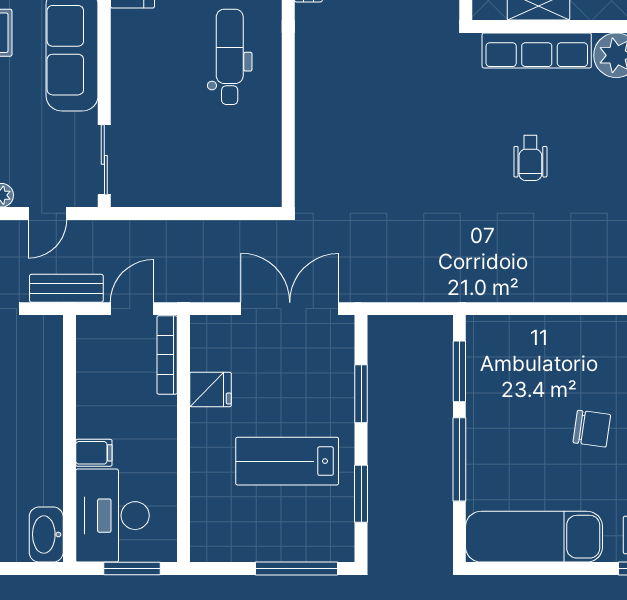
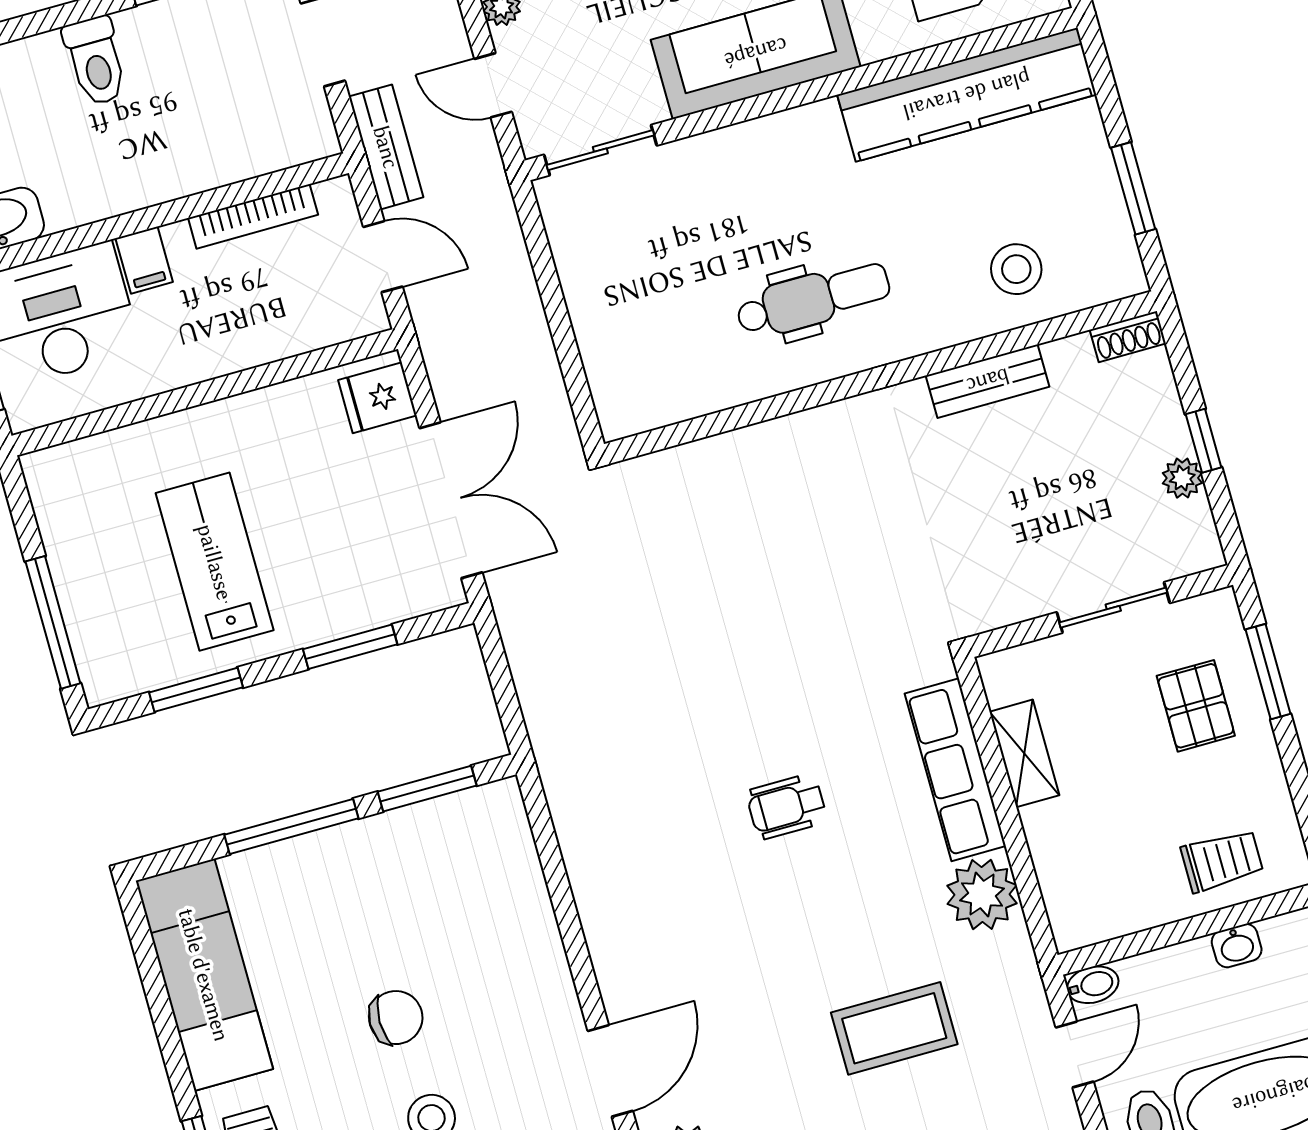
bookcase: (167, 355) -> (253, 216), moved, turned 180
fridge: (211, 389) -> (377, 398), moved, turned 90
chair: (592, 429) -> (396, 1018), turned -98

